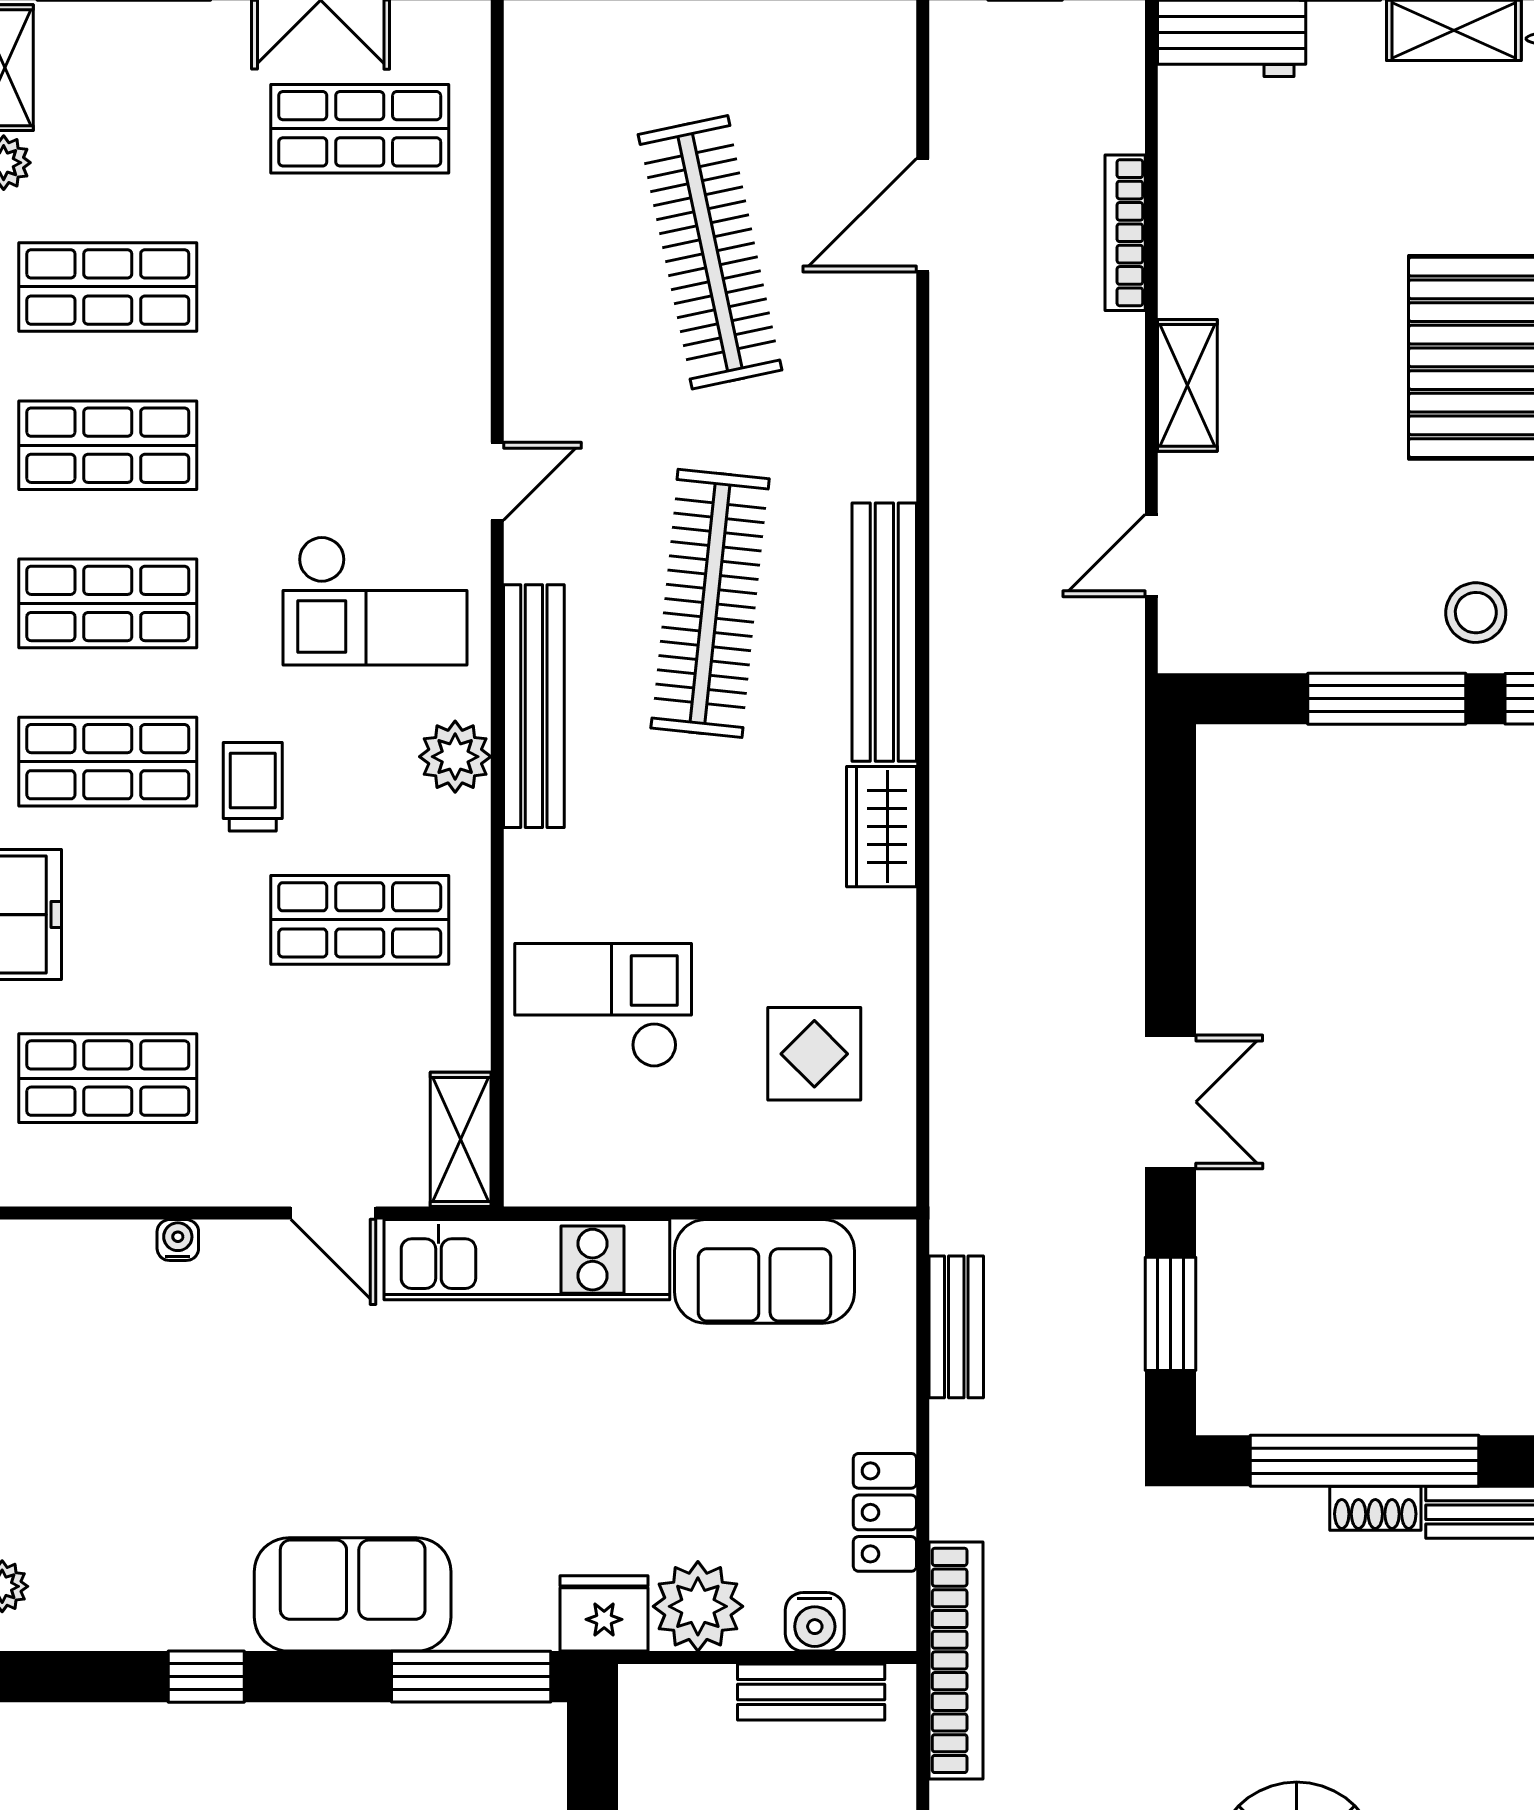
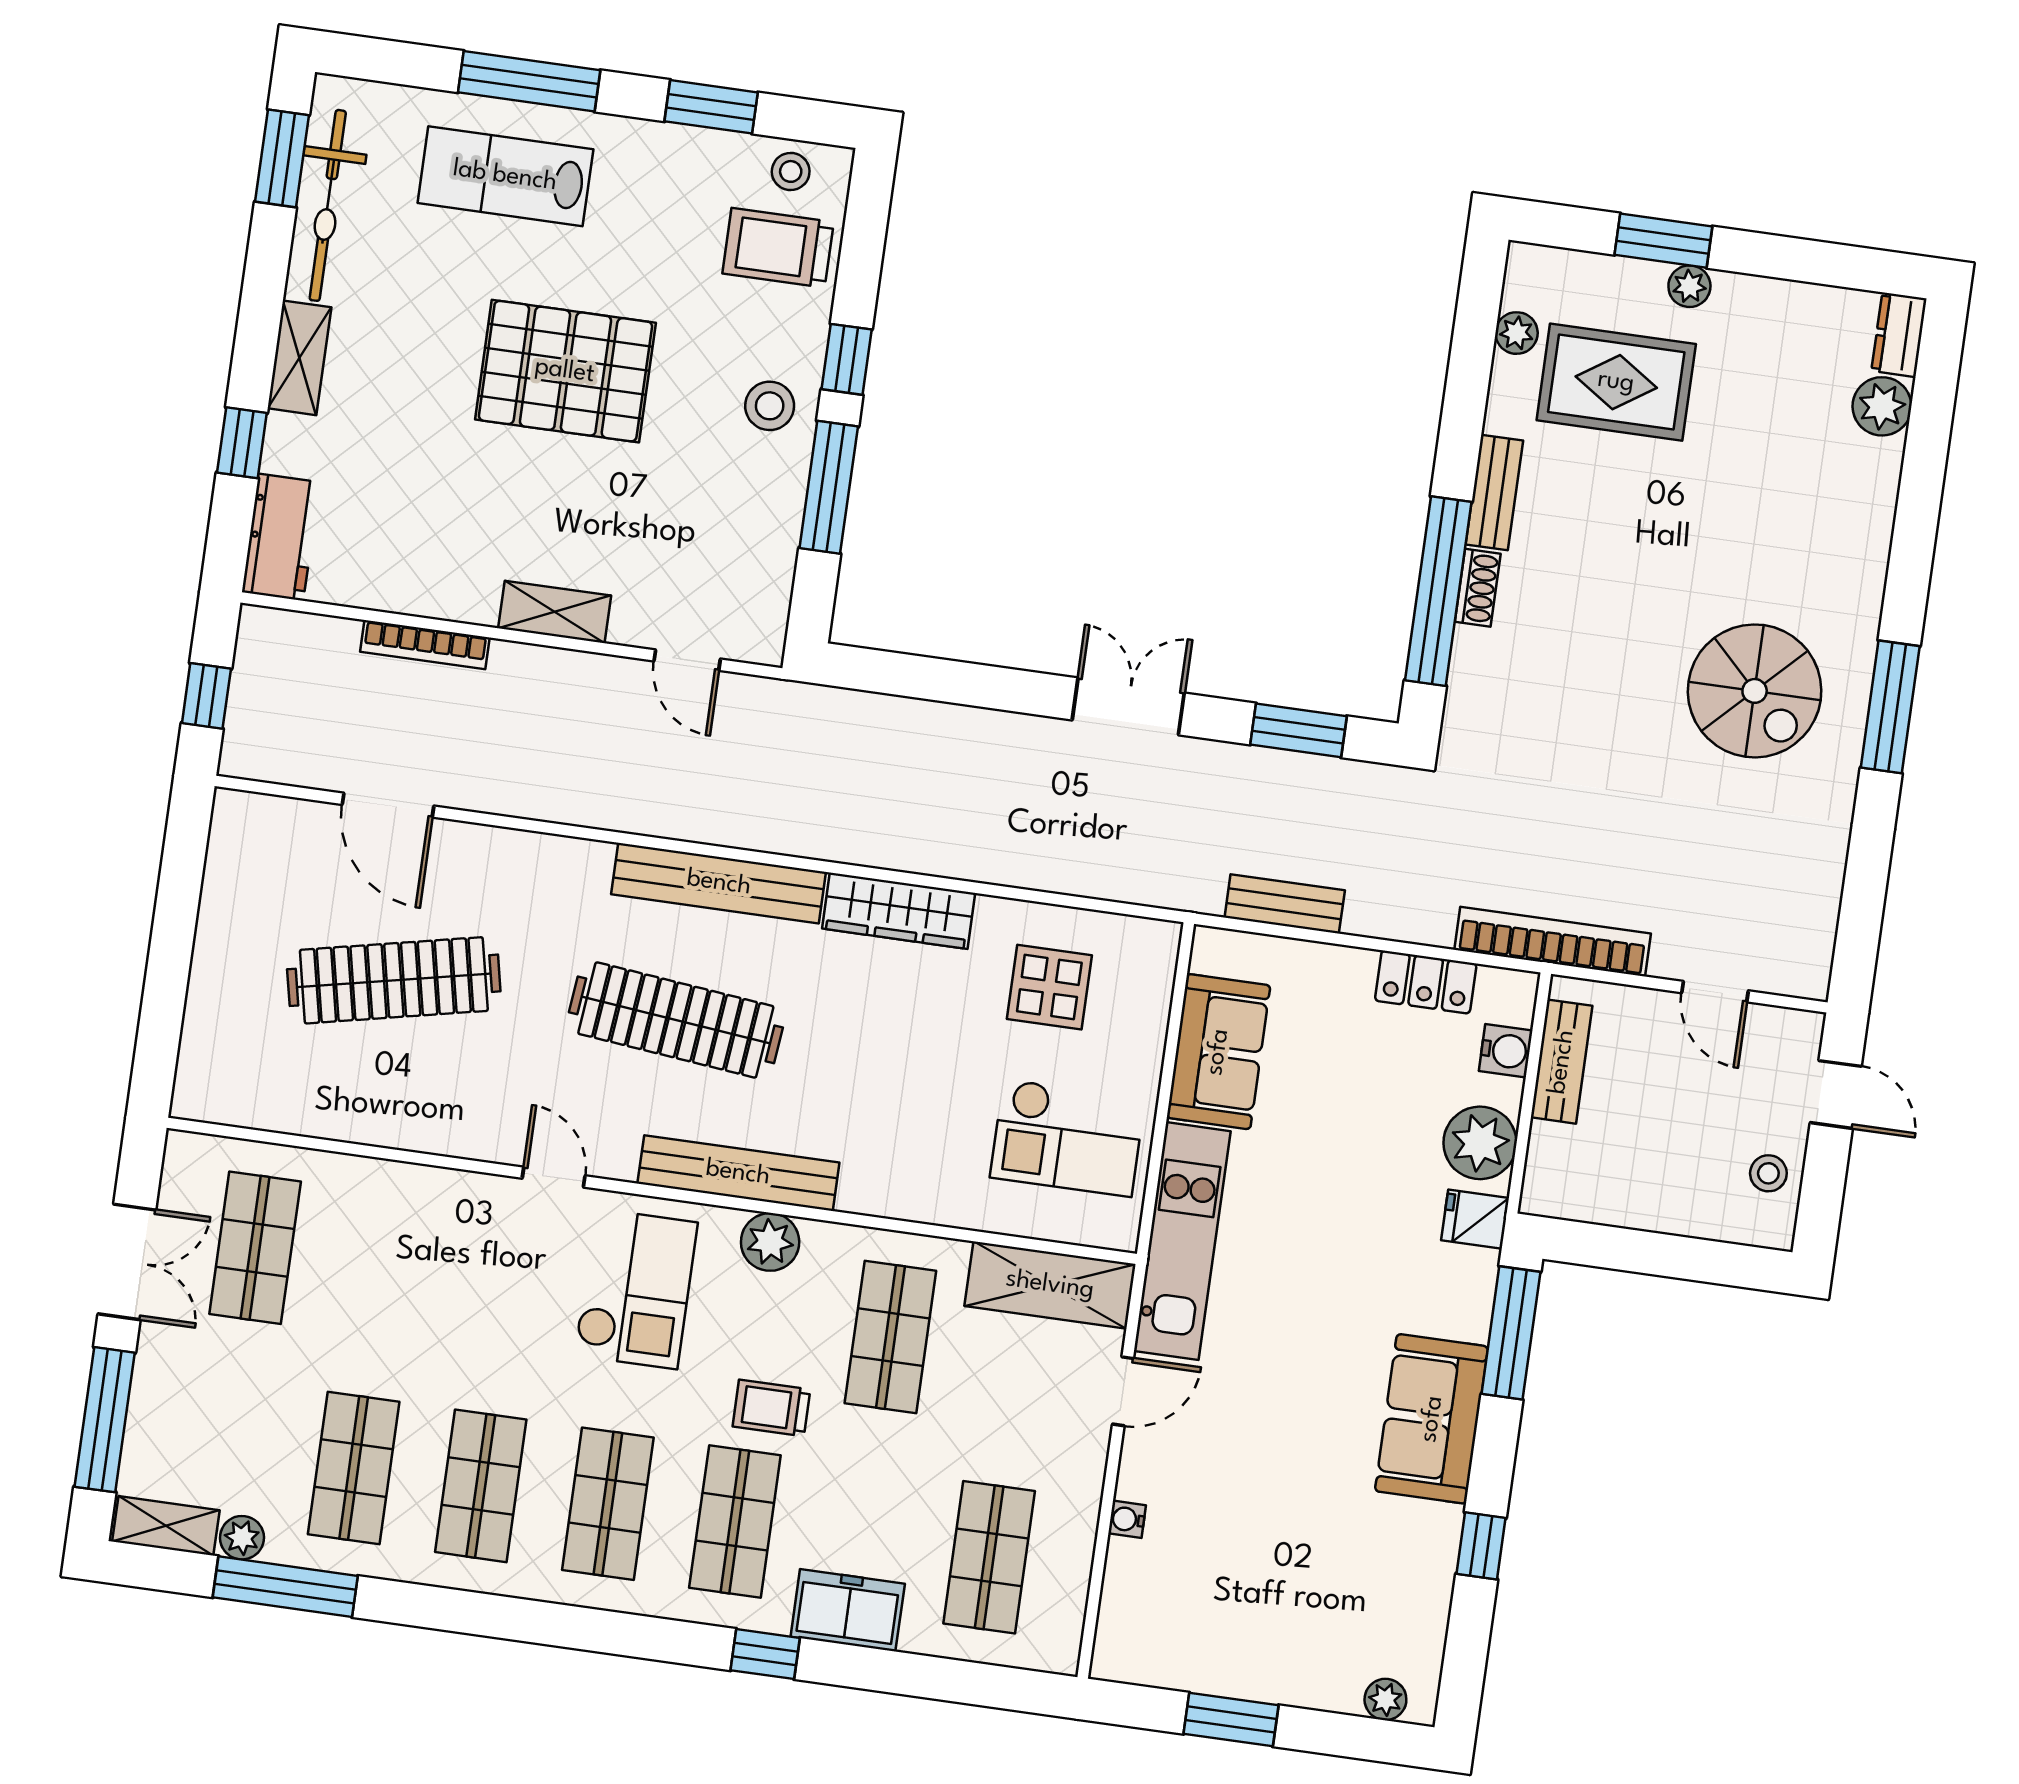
wardrobe: (881, 827) -> (899, 911), width x1.50
checkout: (603, 1005) -> (1067, 1138), moved, turned -90
shelving: (461, 1139) -> (1050, 1285), width x1.50, depth x1.33
fridge: (604, 1613) -> (1475, 1219), width x0.72

